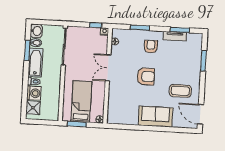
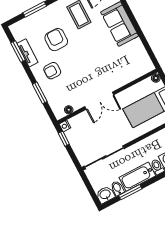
armchair: (146, 76) -> (56, 40), moved

